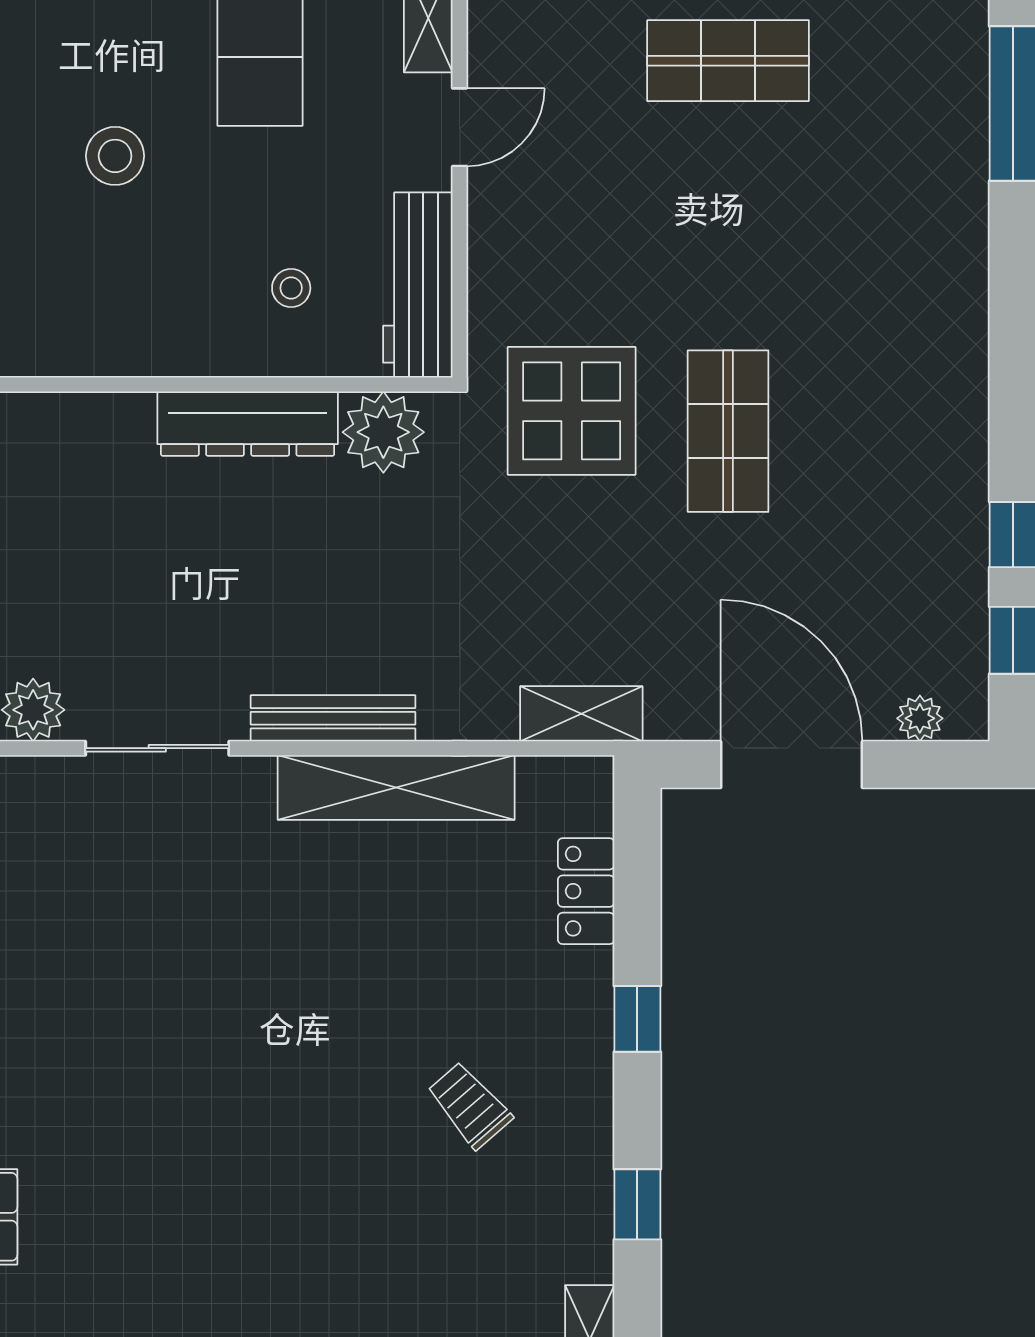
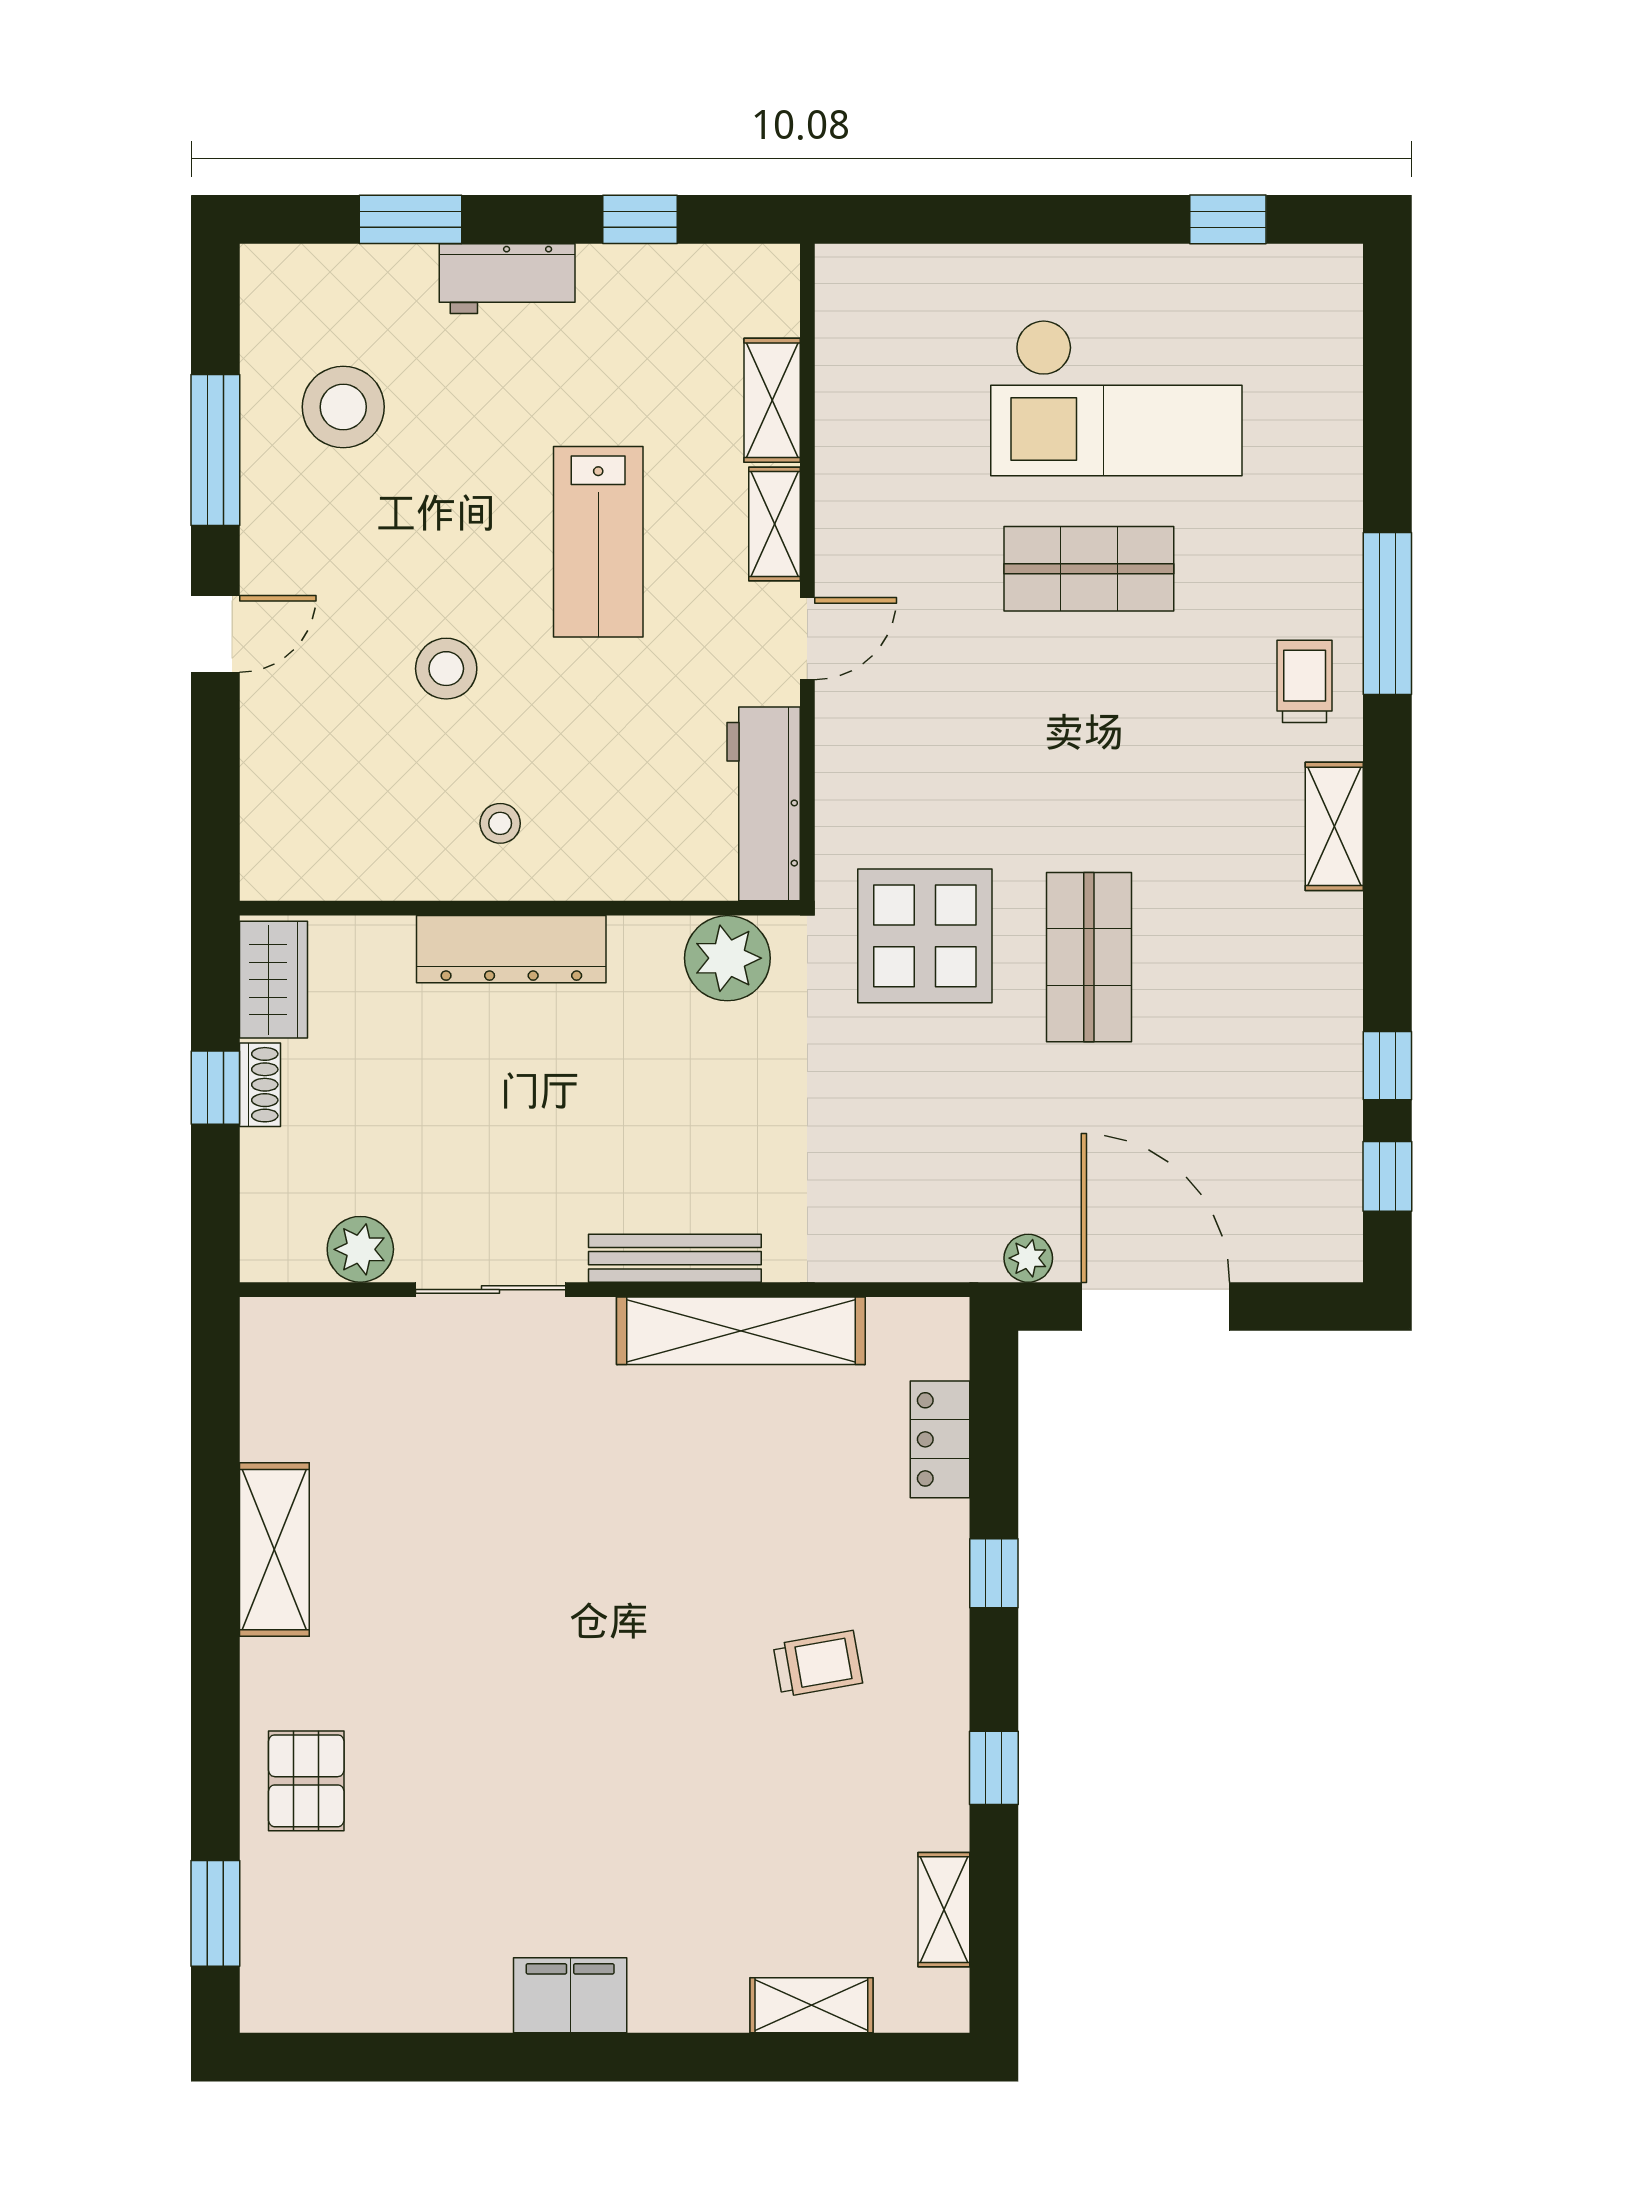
trolley: (934, 168) -> (1305, 681), added
stool: (291, 288) -> (500, 823), moved
dresser: (248, 424) -> (511, 949), moved
shelving: (581, 714) -> (1334, 826), moved, turned 90
plant: (920, 718) -> (1028, 1258), moved
trolley: (469, 1105) -> (818, 1664), turned 121

